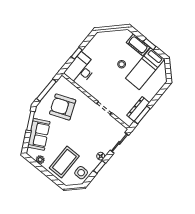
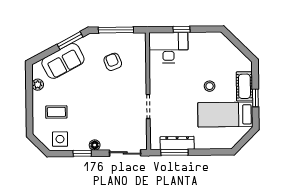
armchair: (63, 107) -> (113, 62), width x0.53, depth x0.53
coffee table: (64, 162) -> (56, 112), width x0.54, depth x0.58

